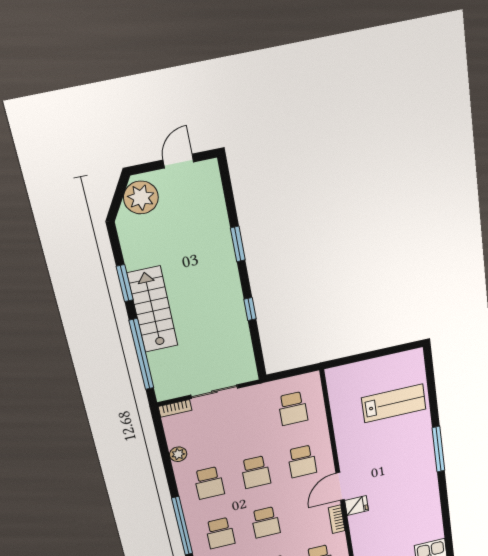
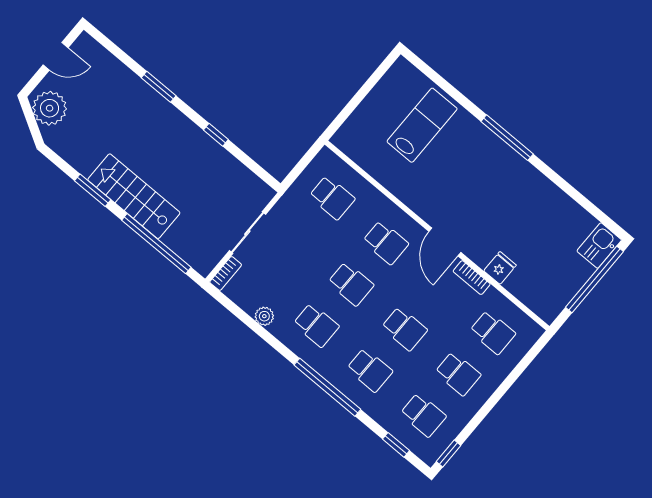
door: (178, 161) -> (56, 56), swing flipped
fridge: (357, 506) -> (500, 268), moved

